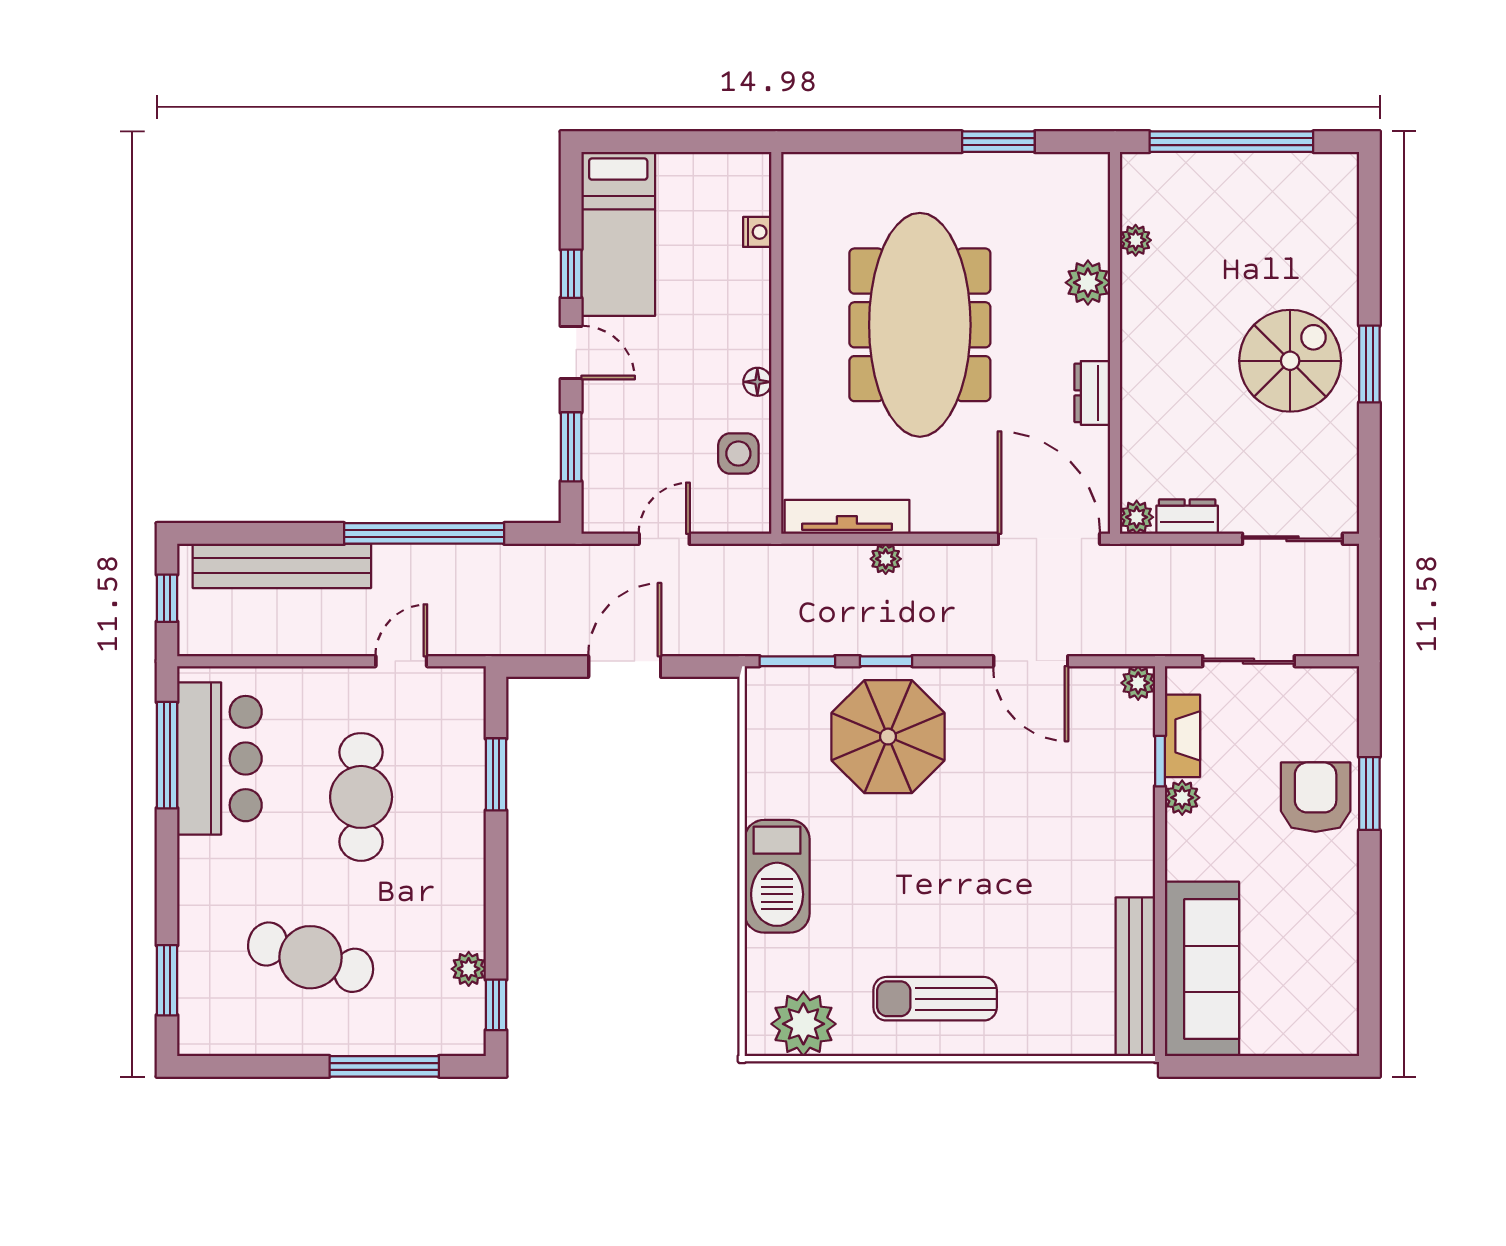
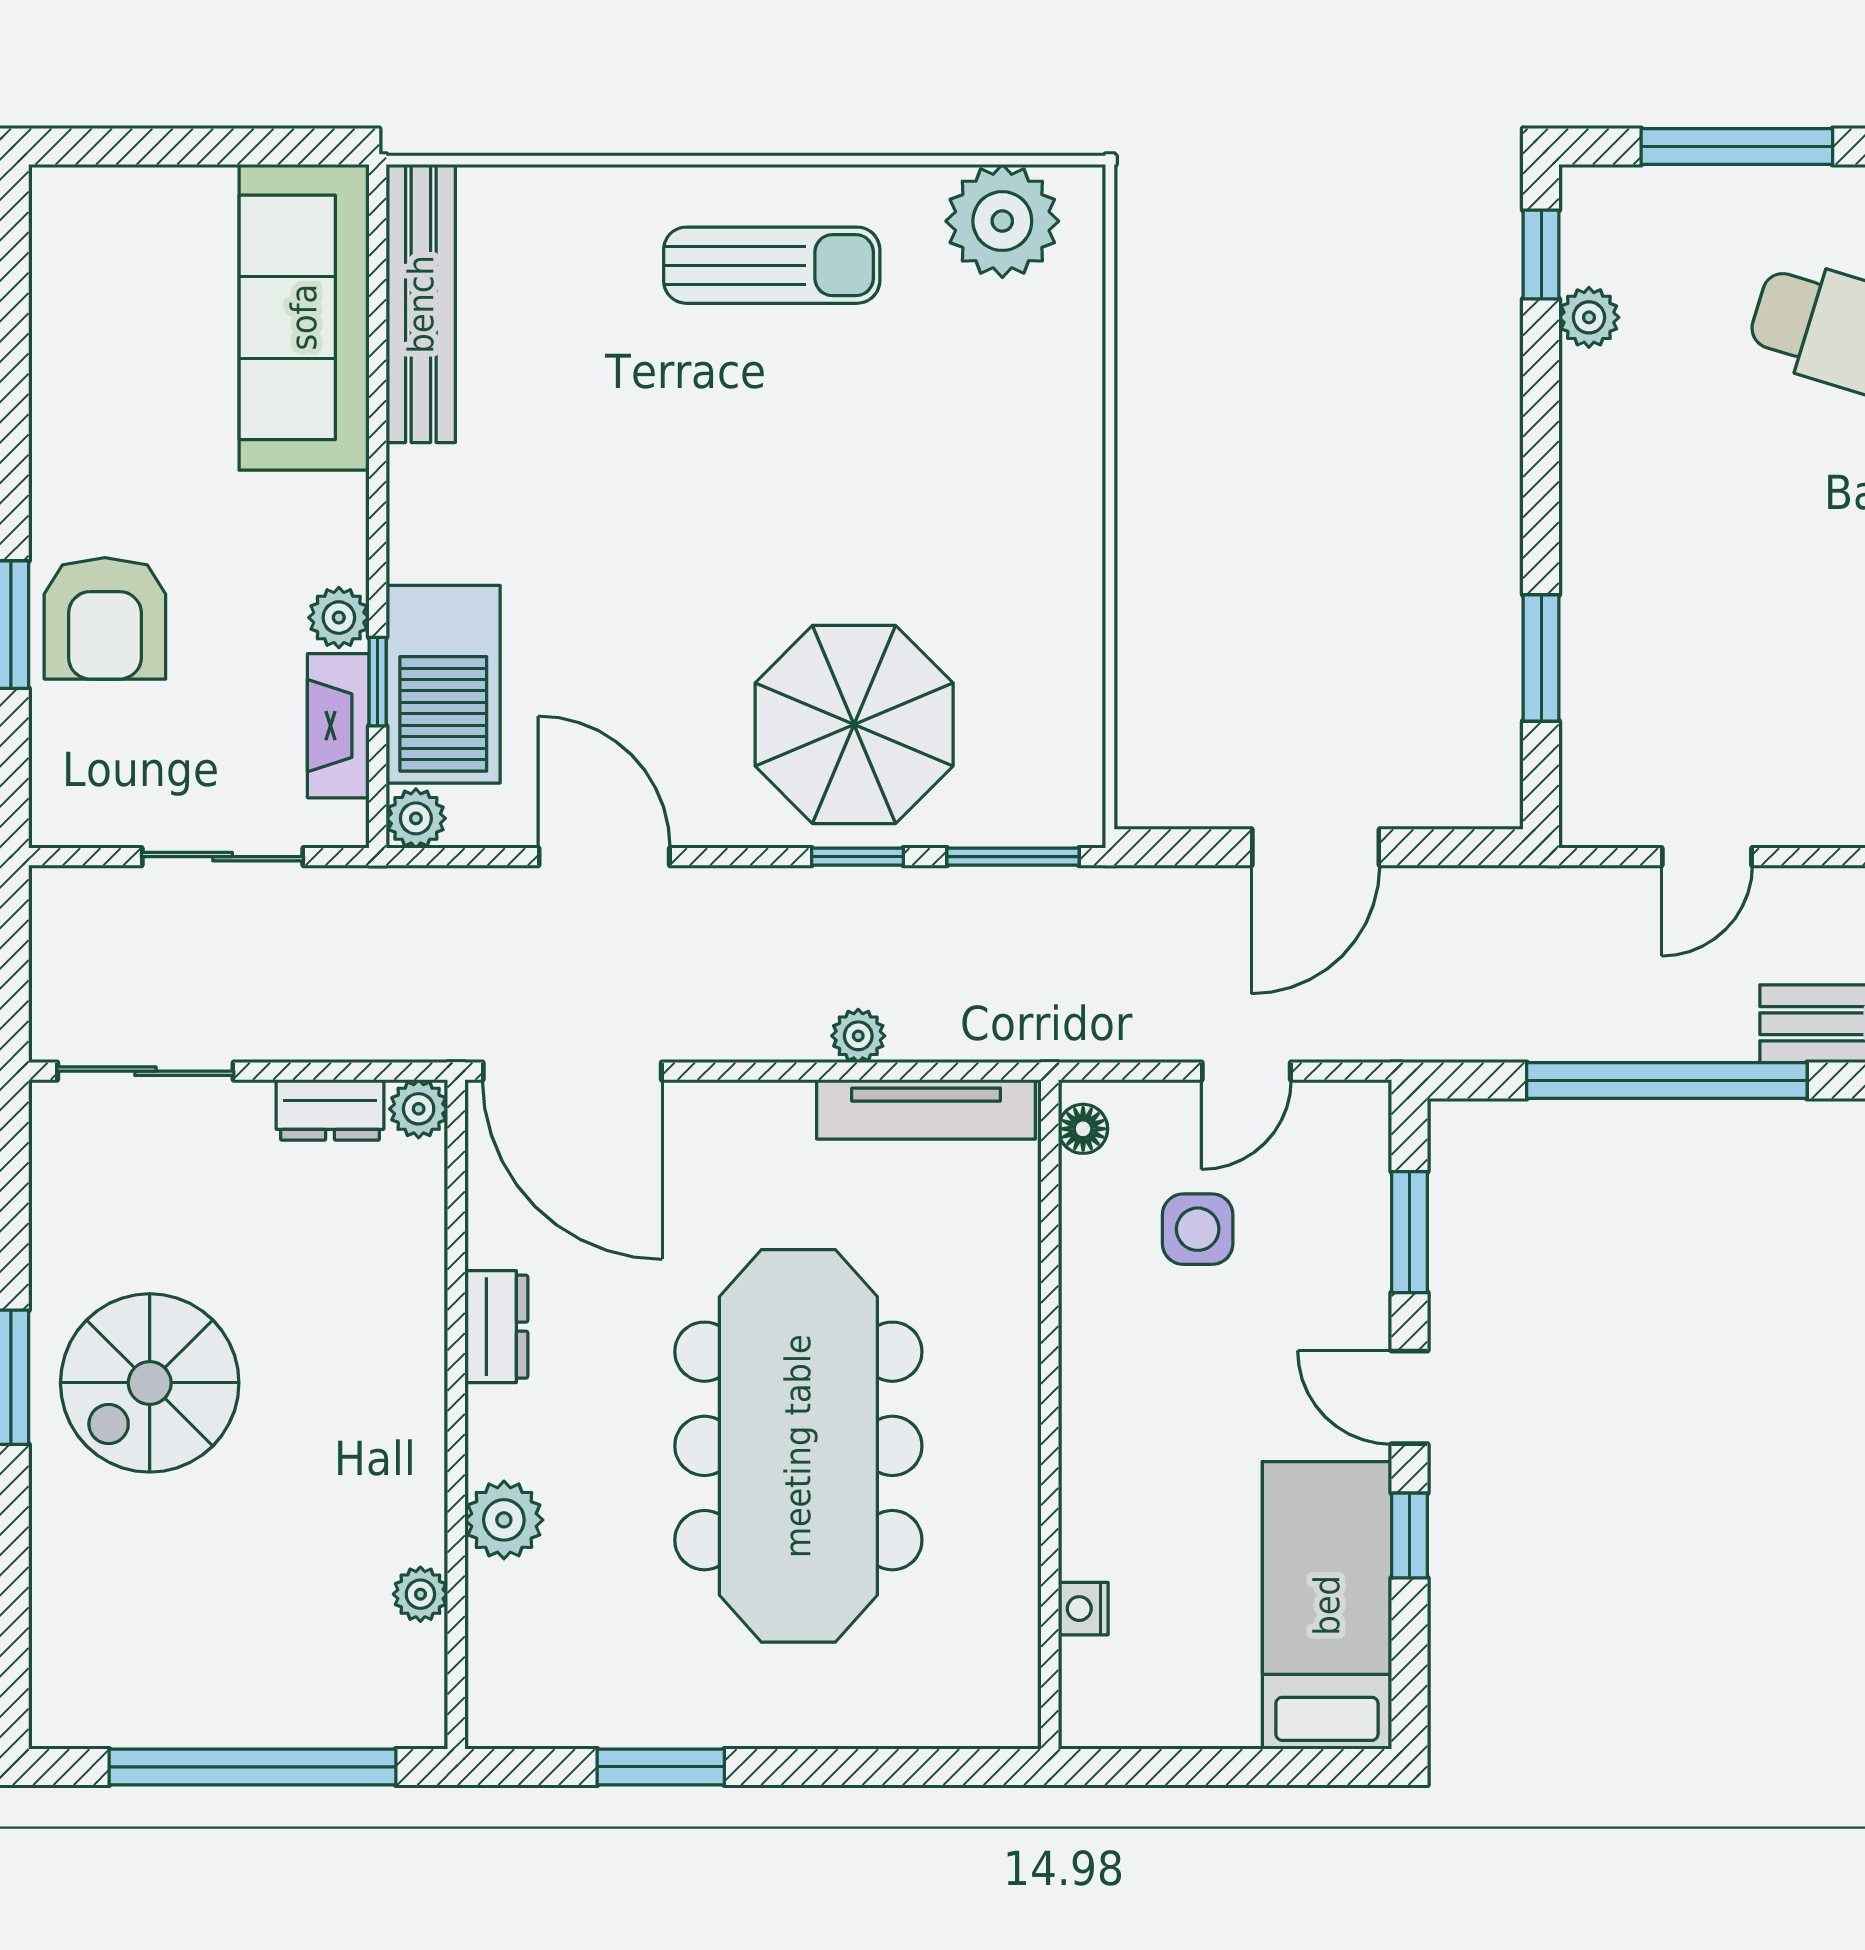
floor lamp: (757, 382) -> (1083, 1129), moved
side table: (738, 454) -> (1198, 1229), moved
cafe table: (361, 797) -> (1777, 619), removed
barbecue: (777, 876) -> (443, 684), moved, turned 180

